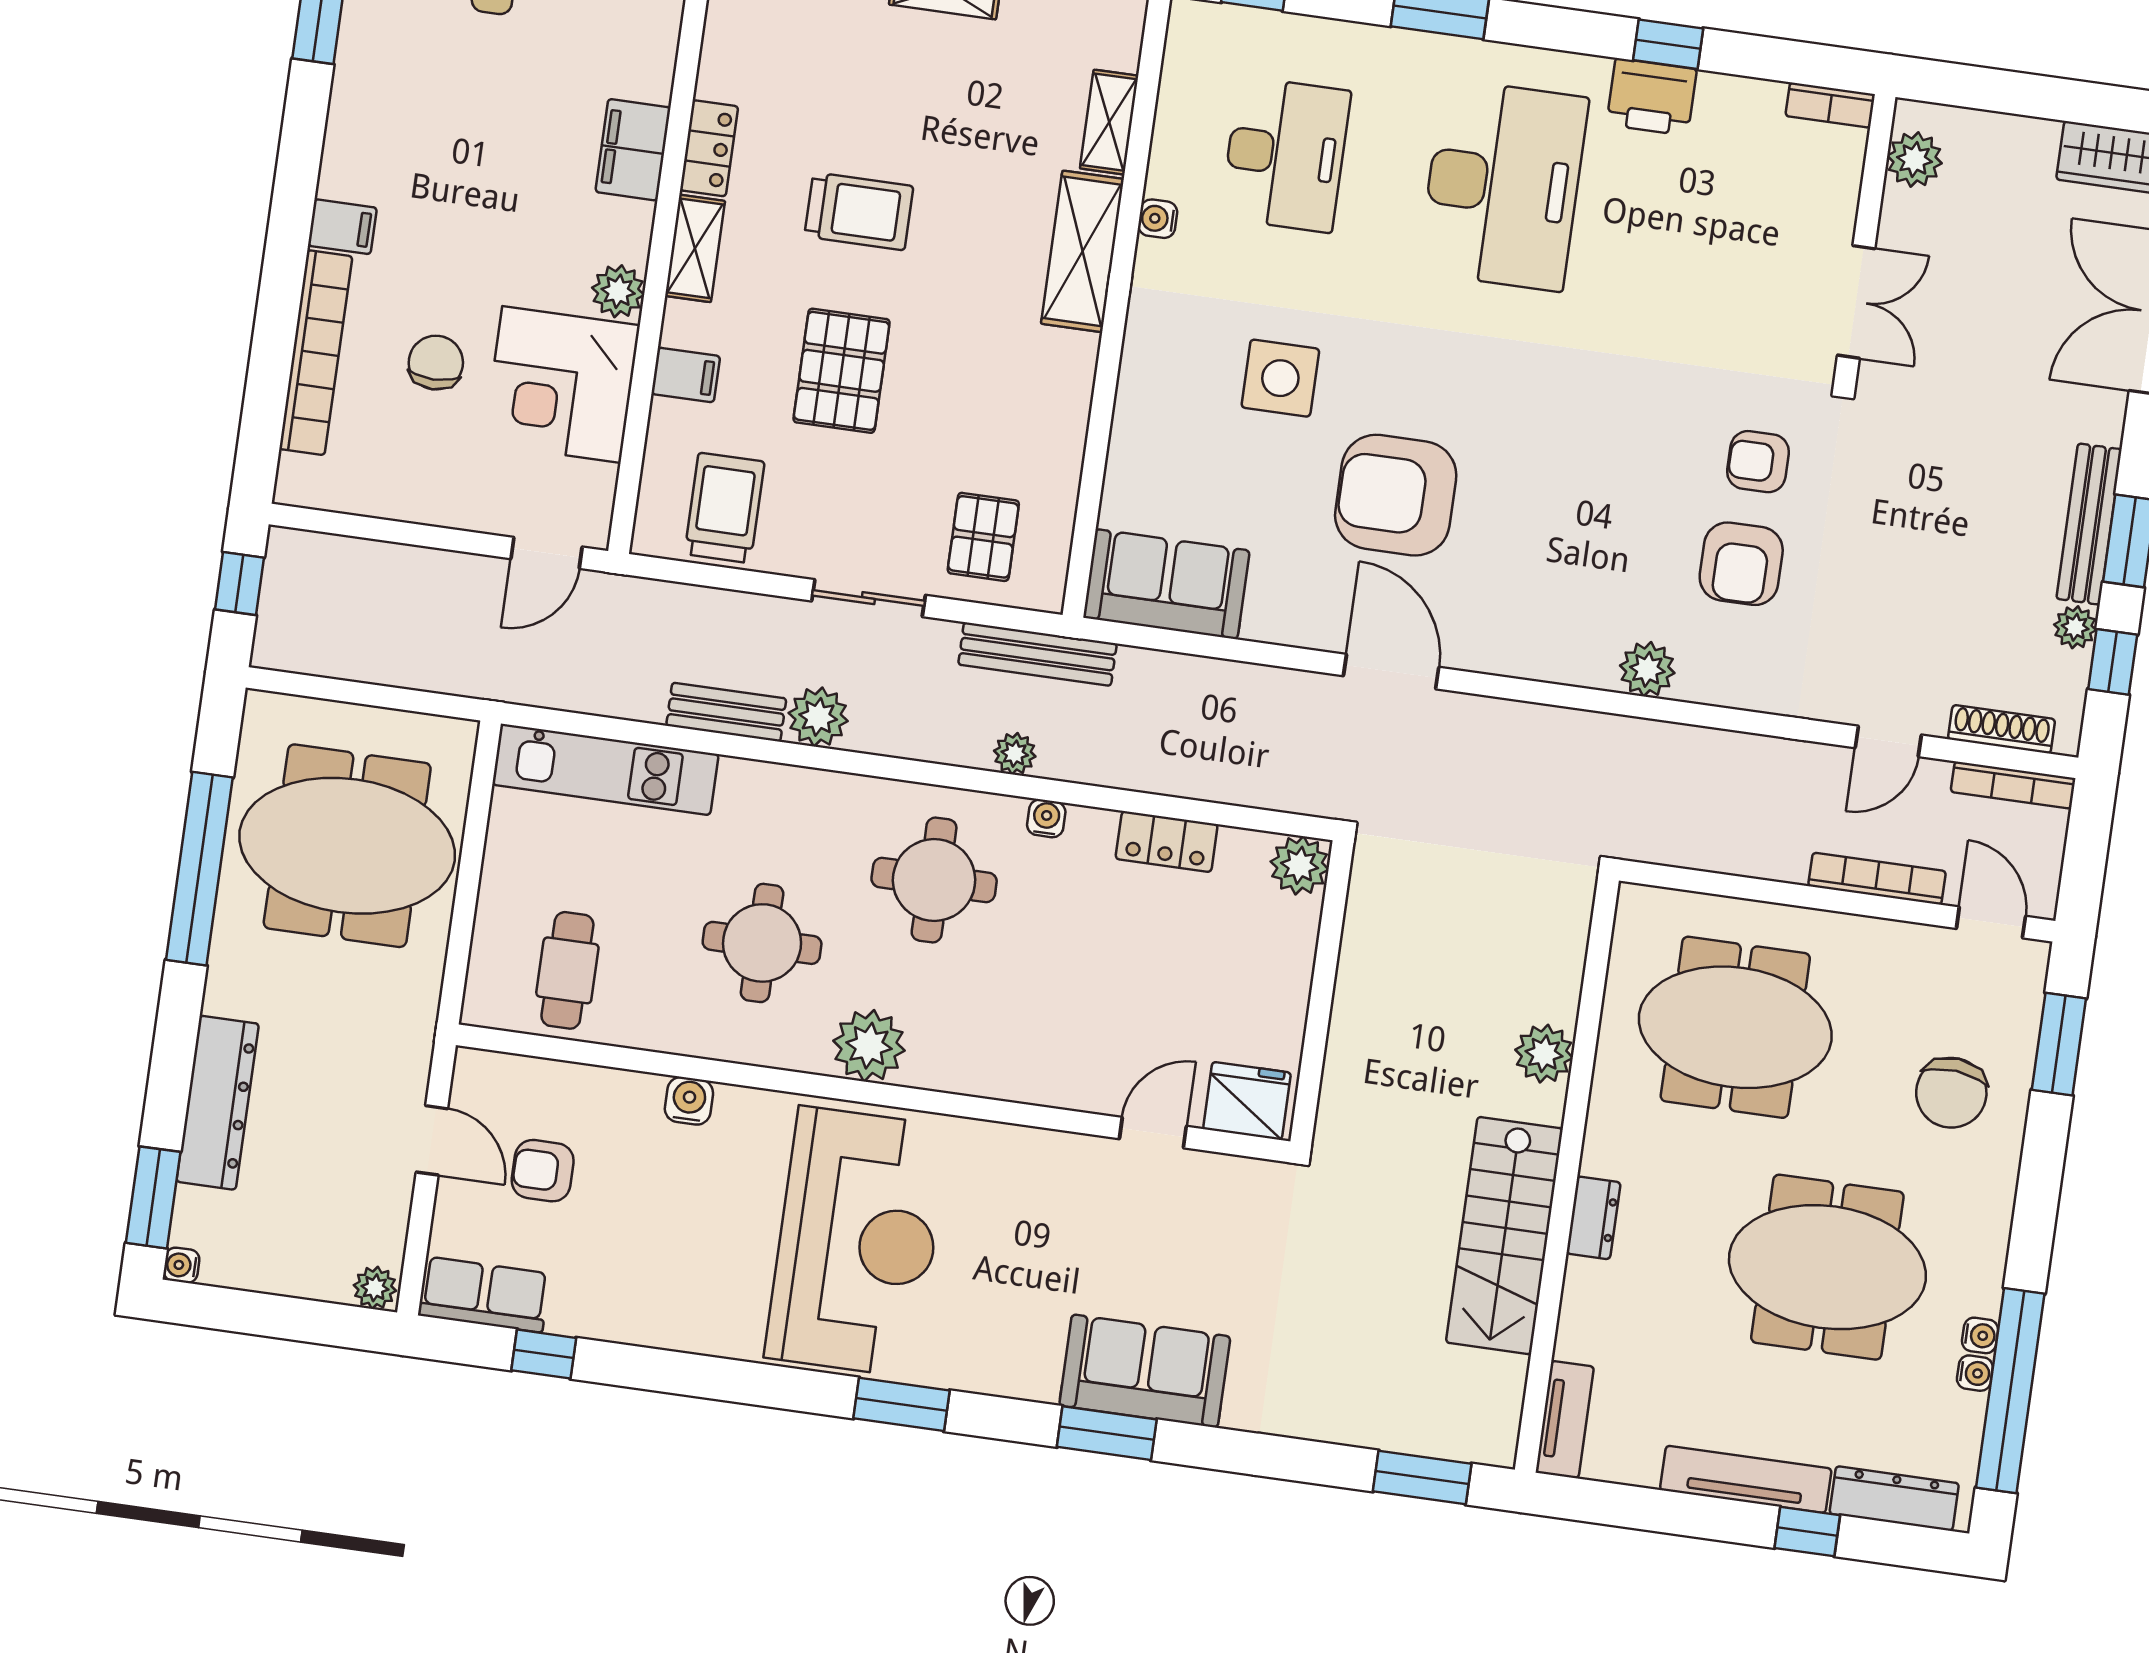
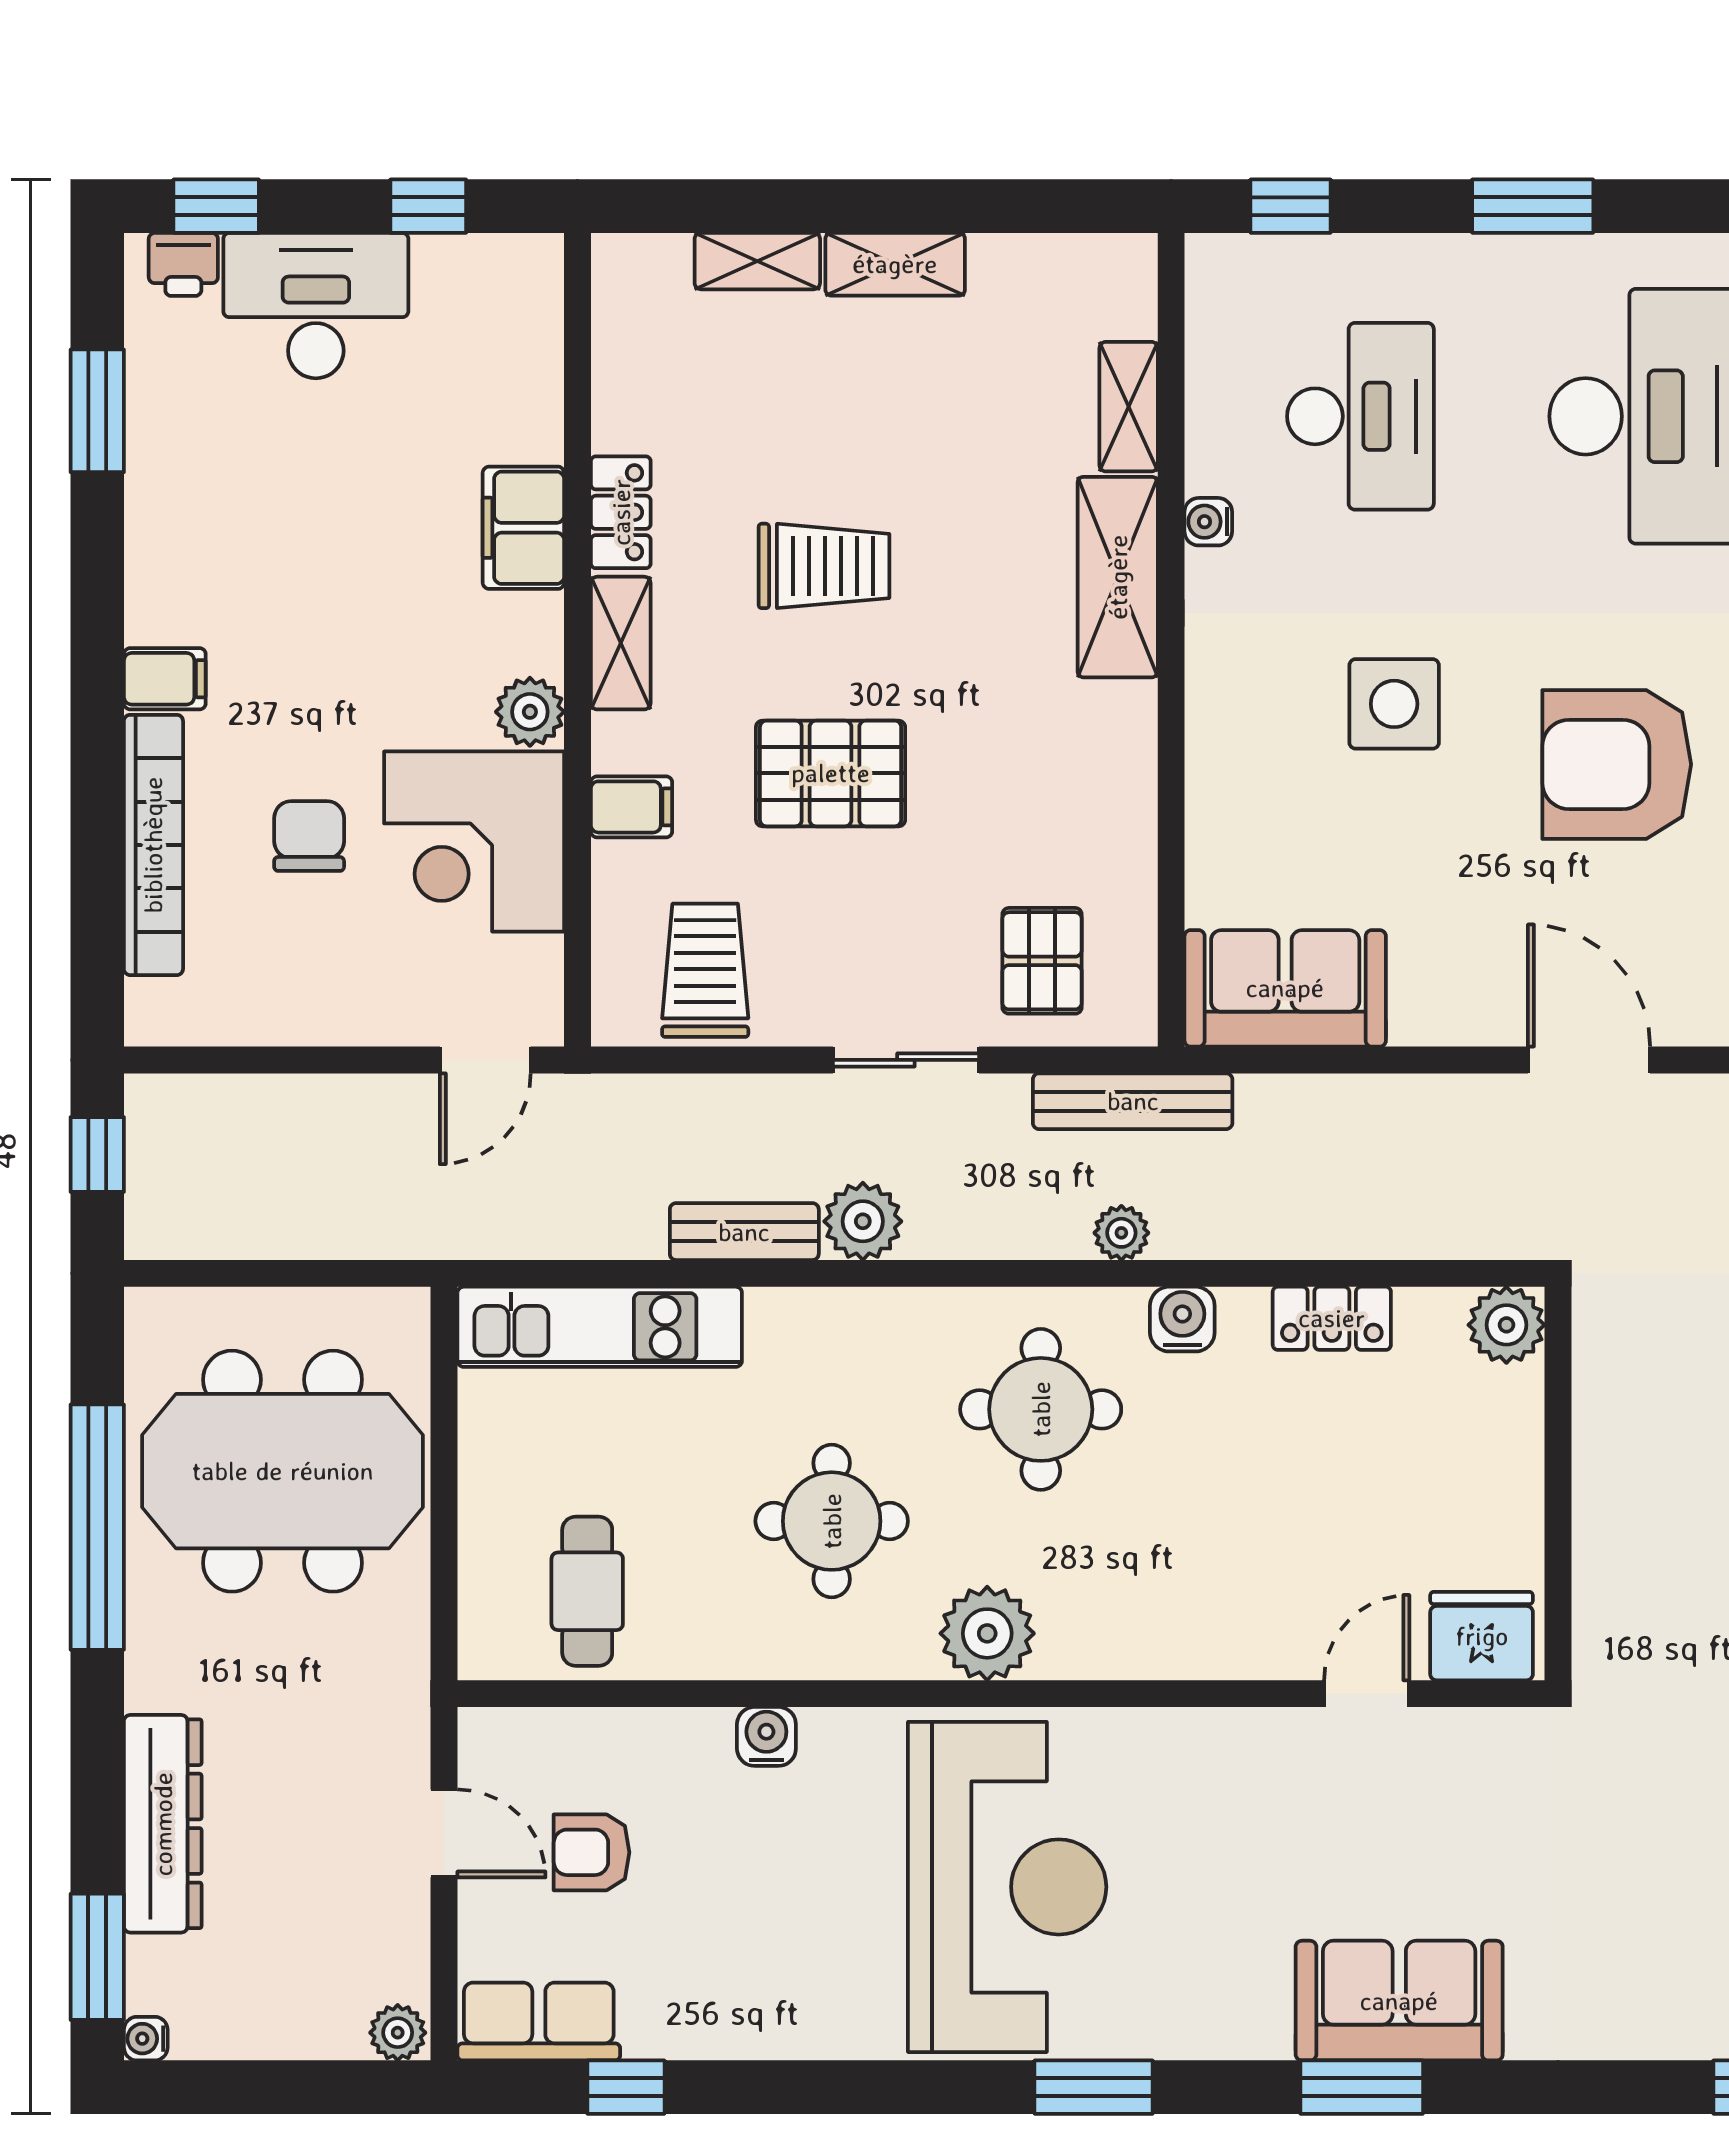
pallet: (842, 371) -> (831, 773), turned 90
armchair: (1396, 495) -> (1617, 764), moved
water cooler: (1046, 818) -> (1182, 1319), width x1.38, depth x1.38

